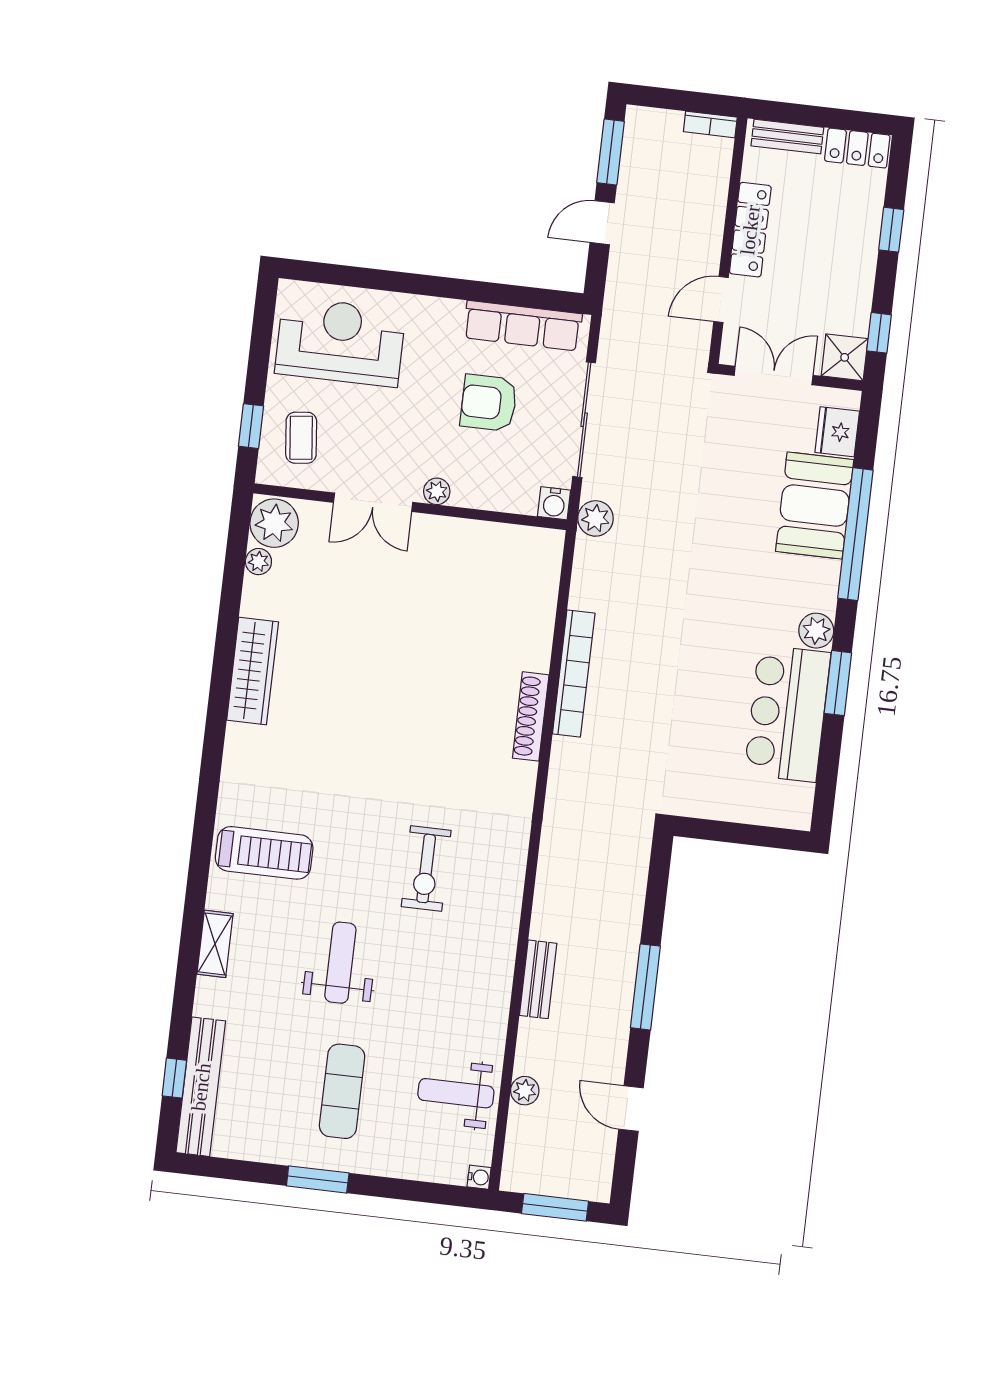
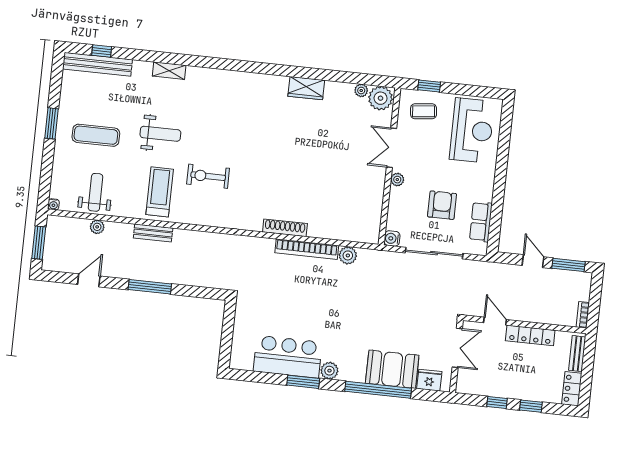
row of seats: (523, 326) -> (481, 222), width x0.68
window: (879, 333) -> (497, 403), moved
shower: (845, 357) -> (467, 383), removed
plant: (596, 518) -> (348, 255), moved
wardrobe: (253, 671) -> (306, 88), width x0.67
treadmill: (264, 853) -> (160, 192), moved, turned 180

